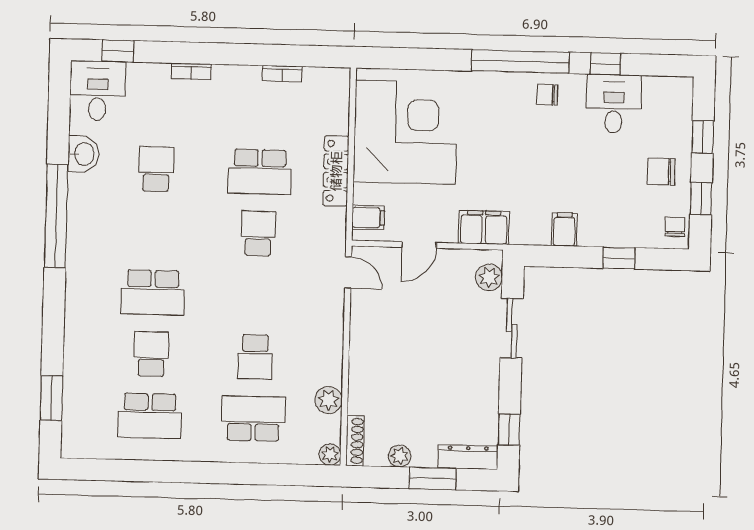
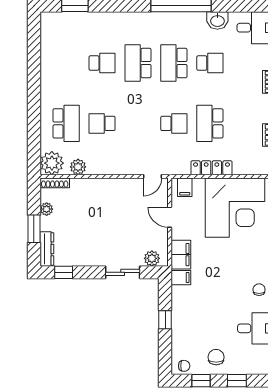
filing cabinet: (564, 229) -> (181, 278), moved
window: (619, 258) -> (165, 320), moved
school desk: (150, 416) -> (174, 63), moved
plant: (330, 454) -> (52, 163), width x1.87, depth x1.87

